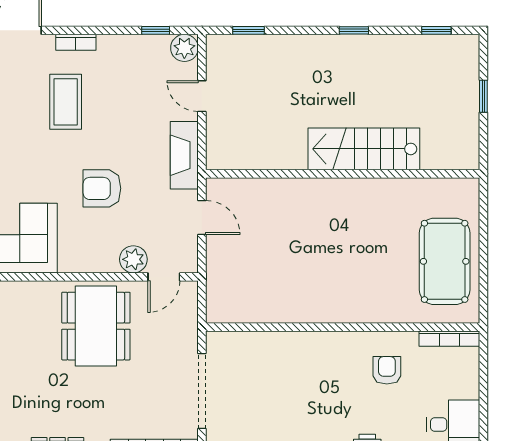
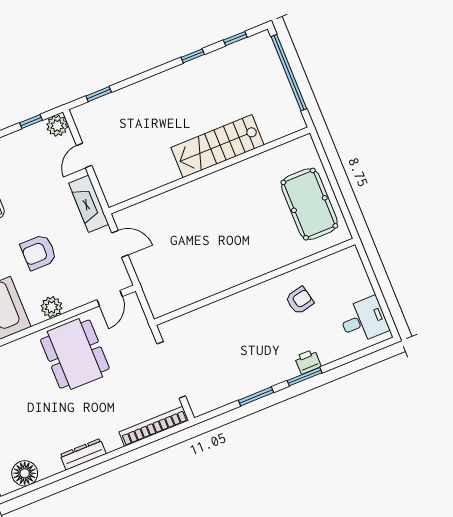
window: (354, 30) -> (193, 56), moved
door: (202, 96) -> (84, 156), hinge flipped
window: (483, 96) -> (289, 73), width x3.17
plant: (133, 259) -> (52, 307), moved
bookcase: (449, 339) -> (336, 259), removed
armchair: (387, 370) -> (300, 300), turned 78

